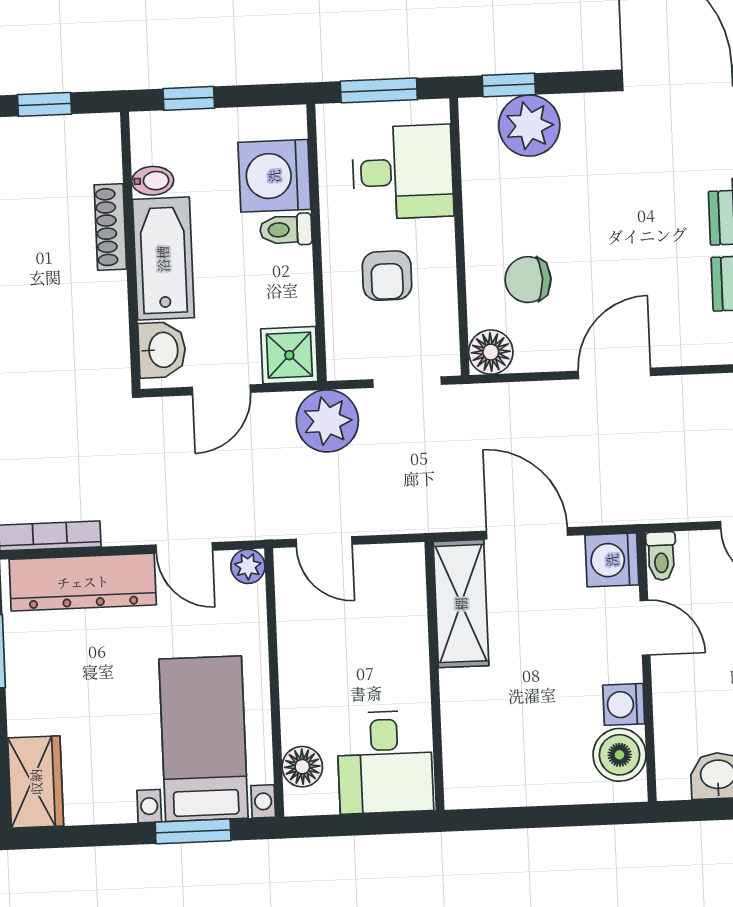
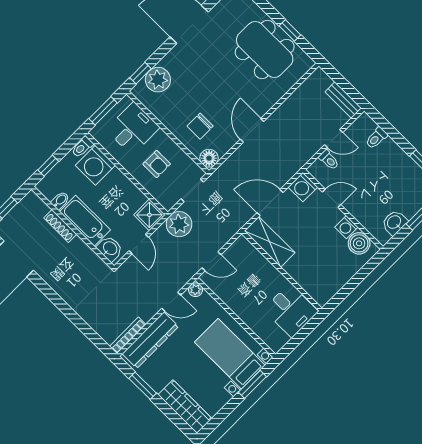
toilet: (286, 230) -> (82, 147), moved
toilet: (661, 556) -> (329, 160), moved
floor lamp: (302, 767) -> (267, 335), removed
wardrobe: (36, 782) -> (185, 407), width x1.50

